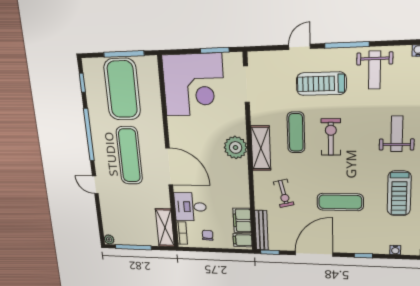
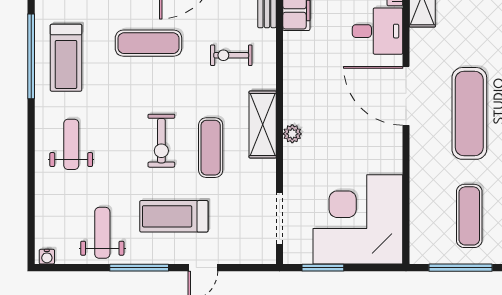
treadmill: (321, 84) -> (174, 216), turned 180
exercise mat: (122, 89) -> (469, 216), width x0.50, depth x0.69
weight bench: (397, 134) -> (71, 144), turned 180
plant: (236, 147) -> (292, 134), width x0.53, depth x0.53
exercise bike: (284, 193) -> (231, 55), turned -77
treadmill: (399, 193) -> (66, 58), turned 180

